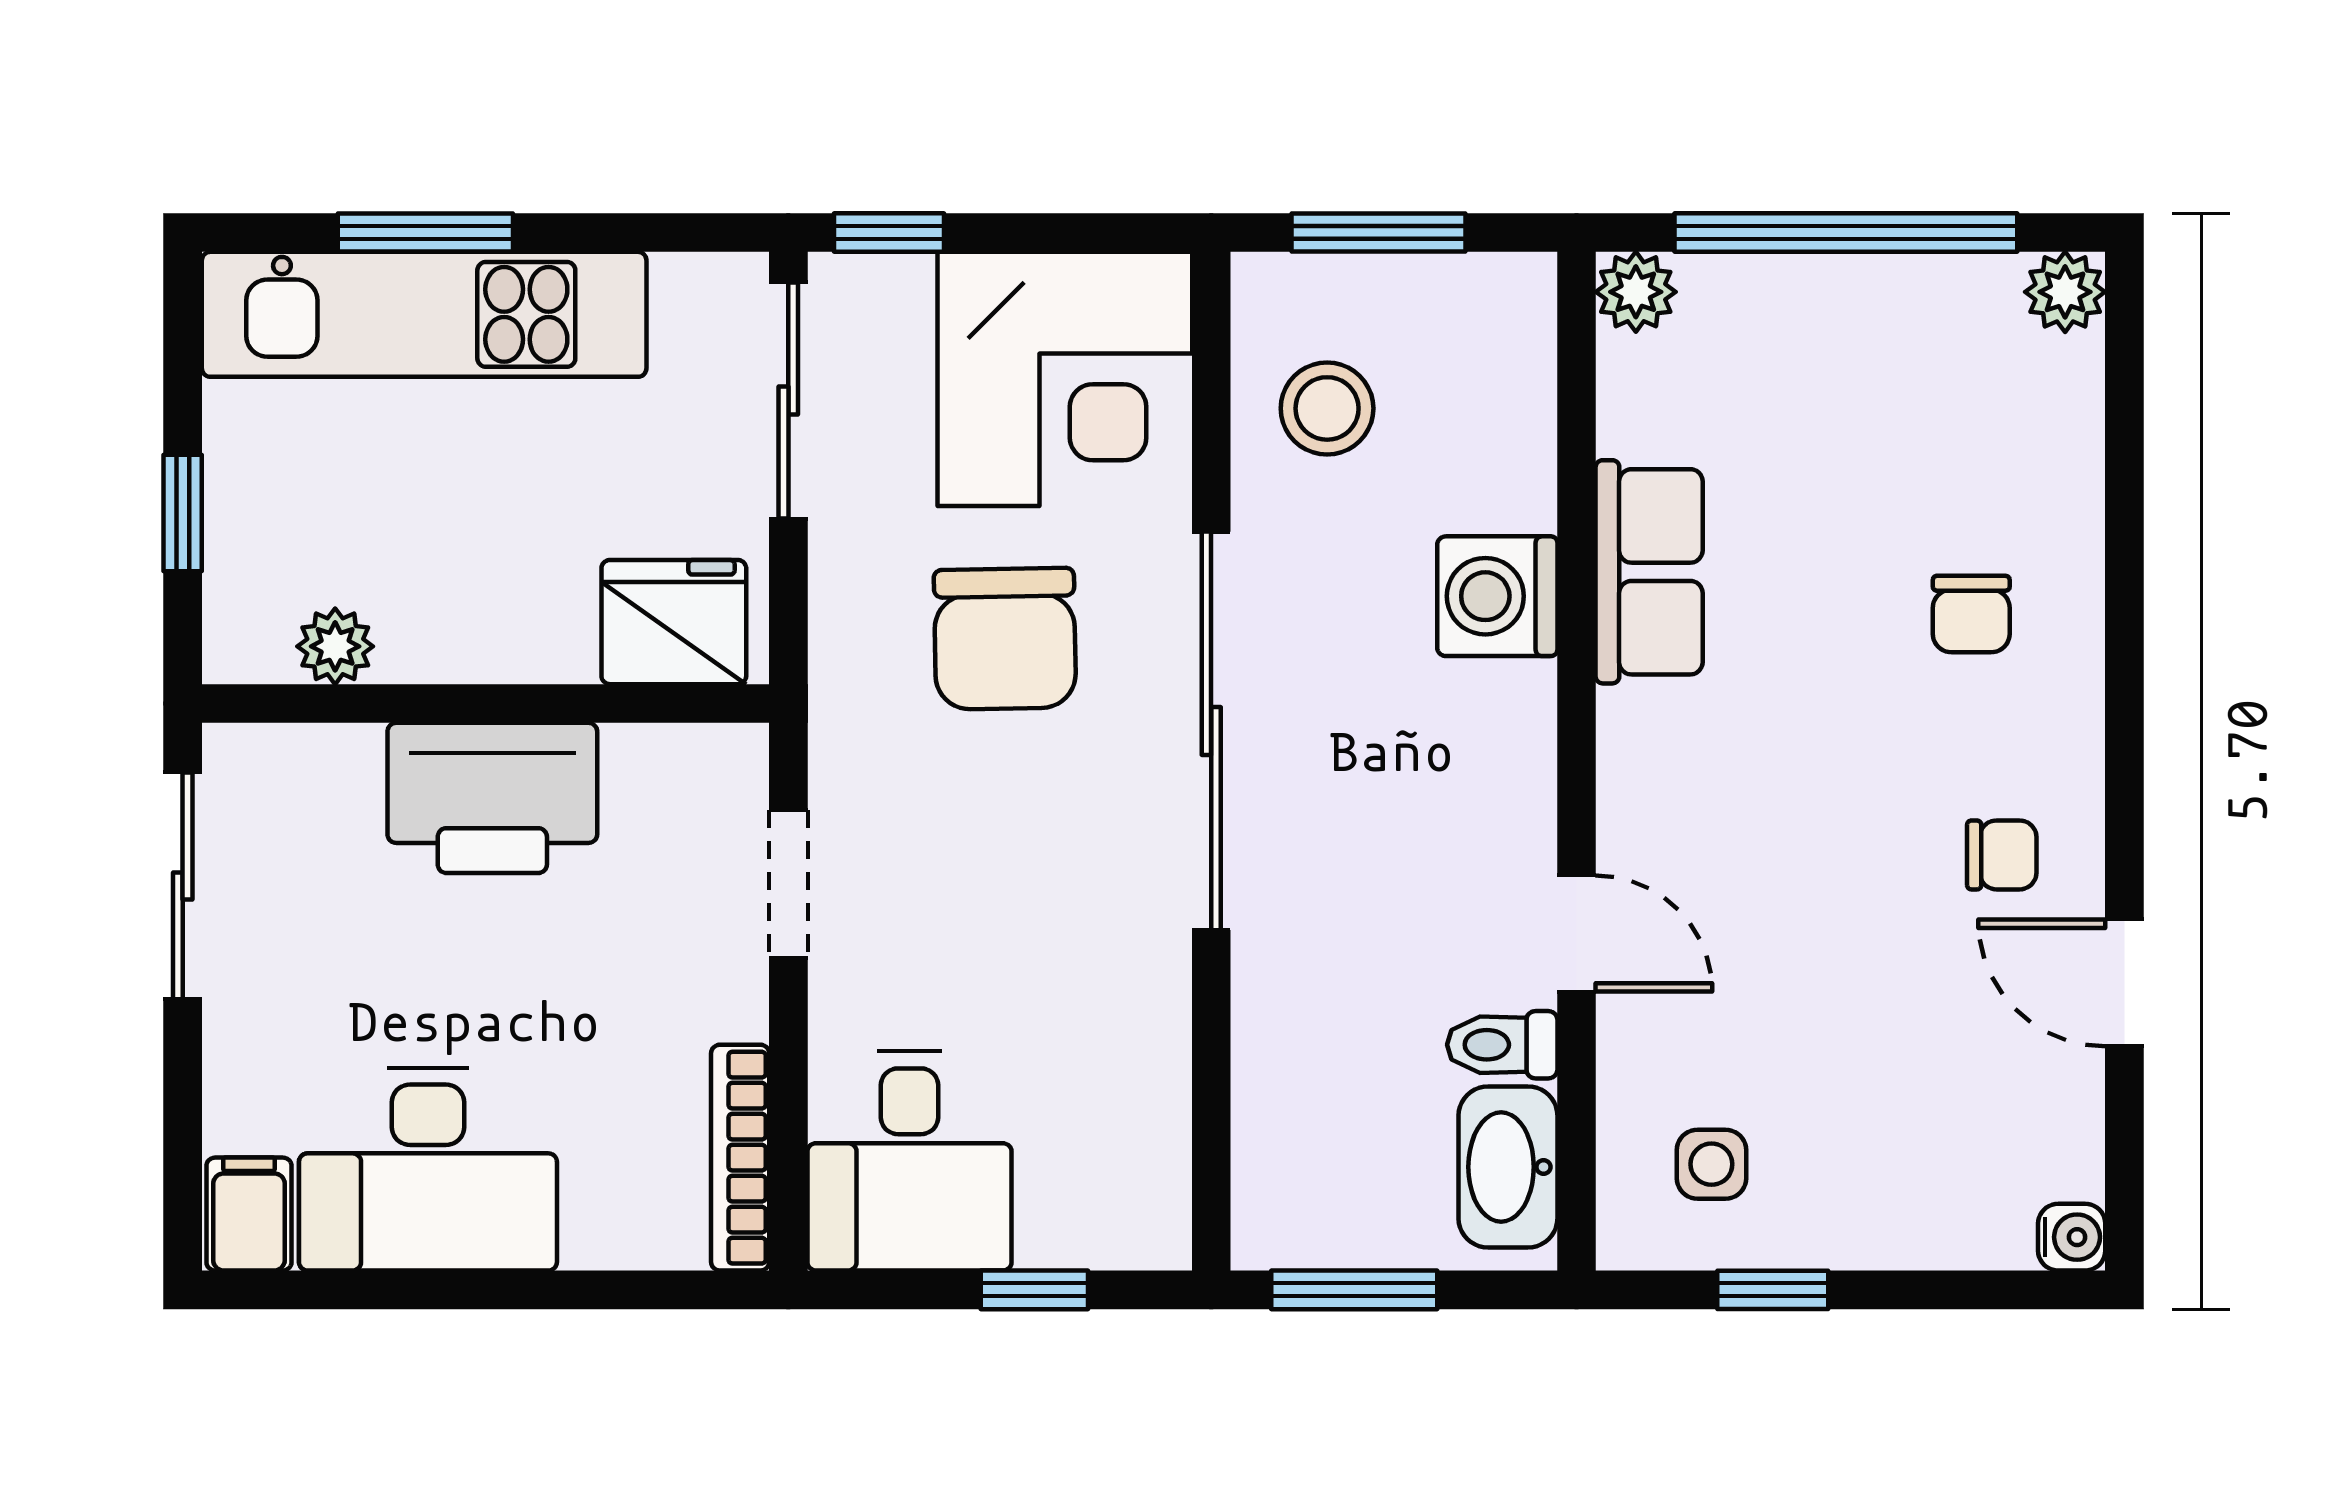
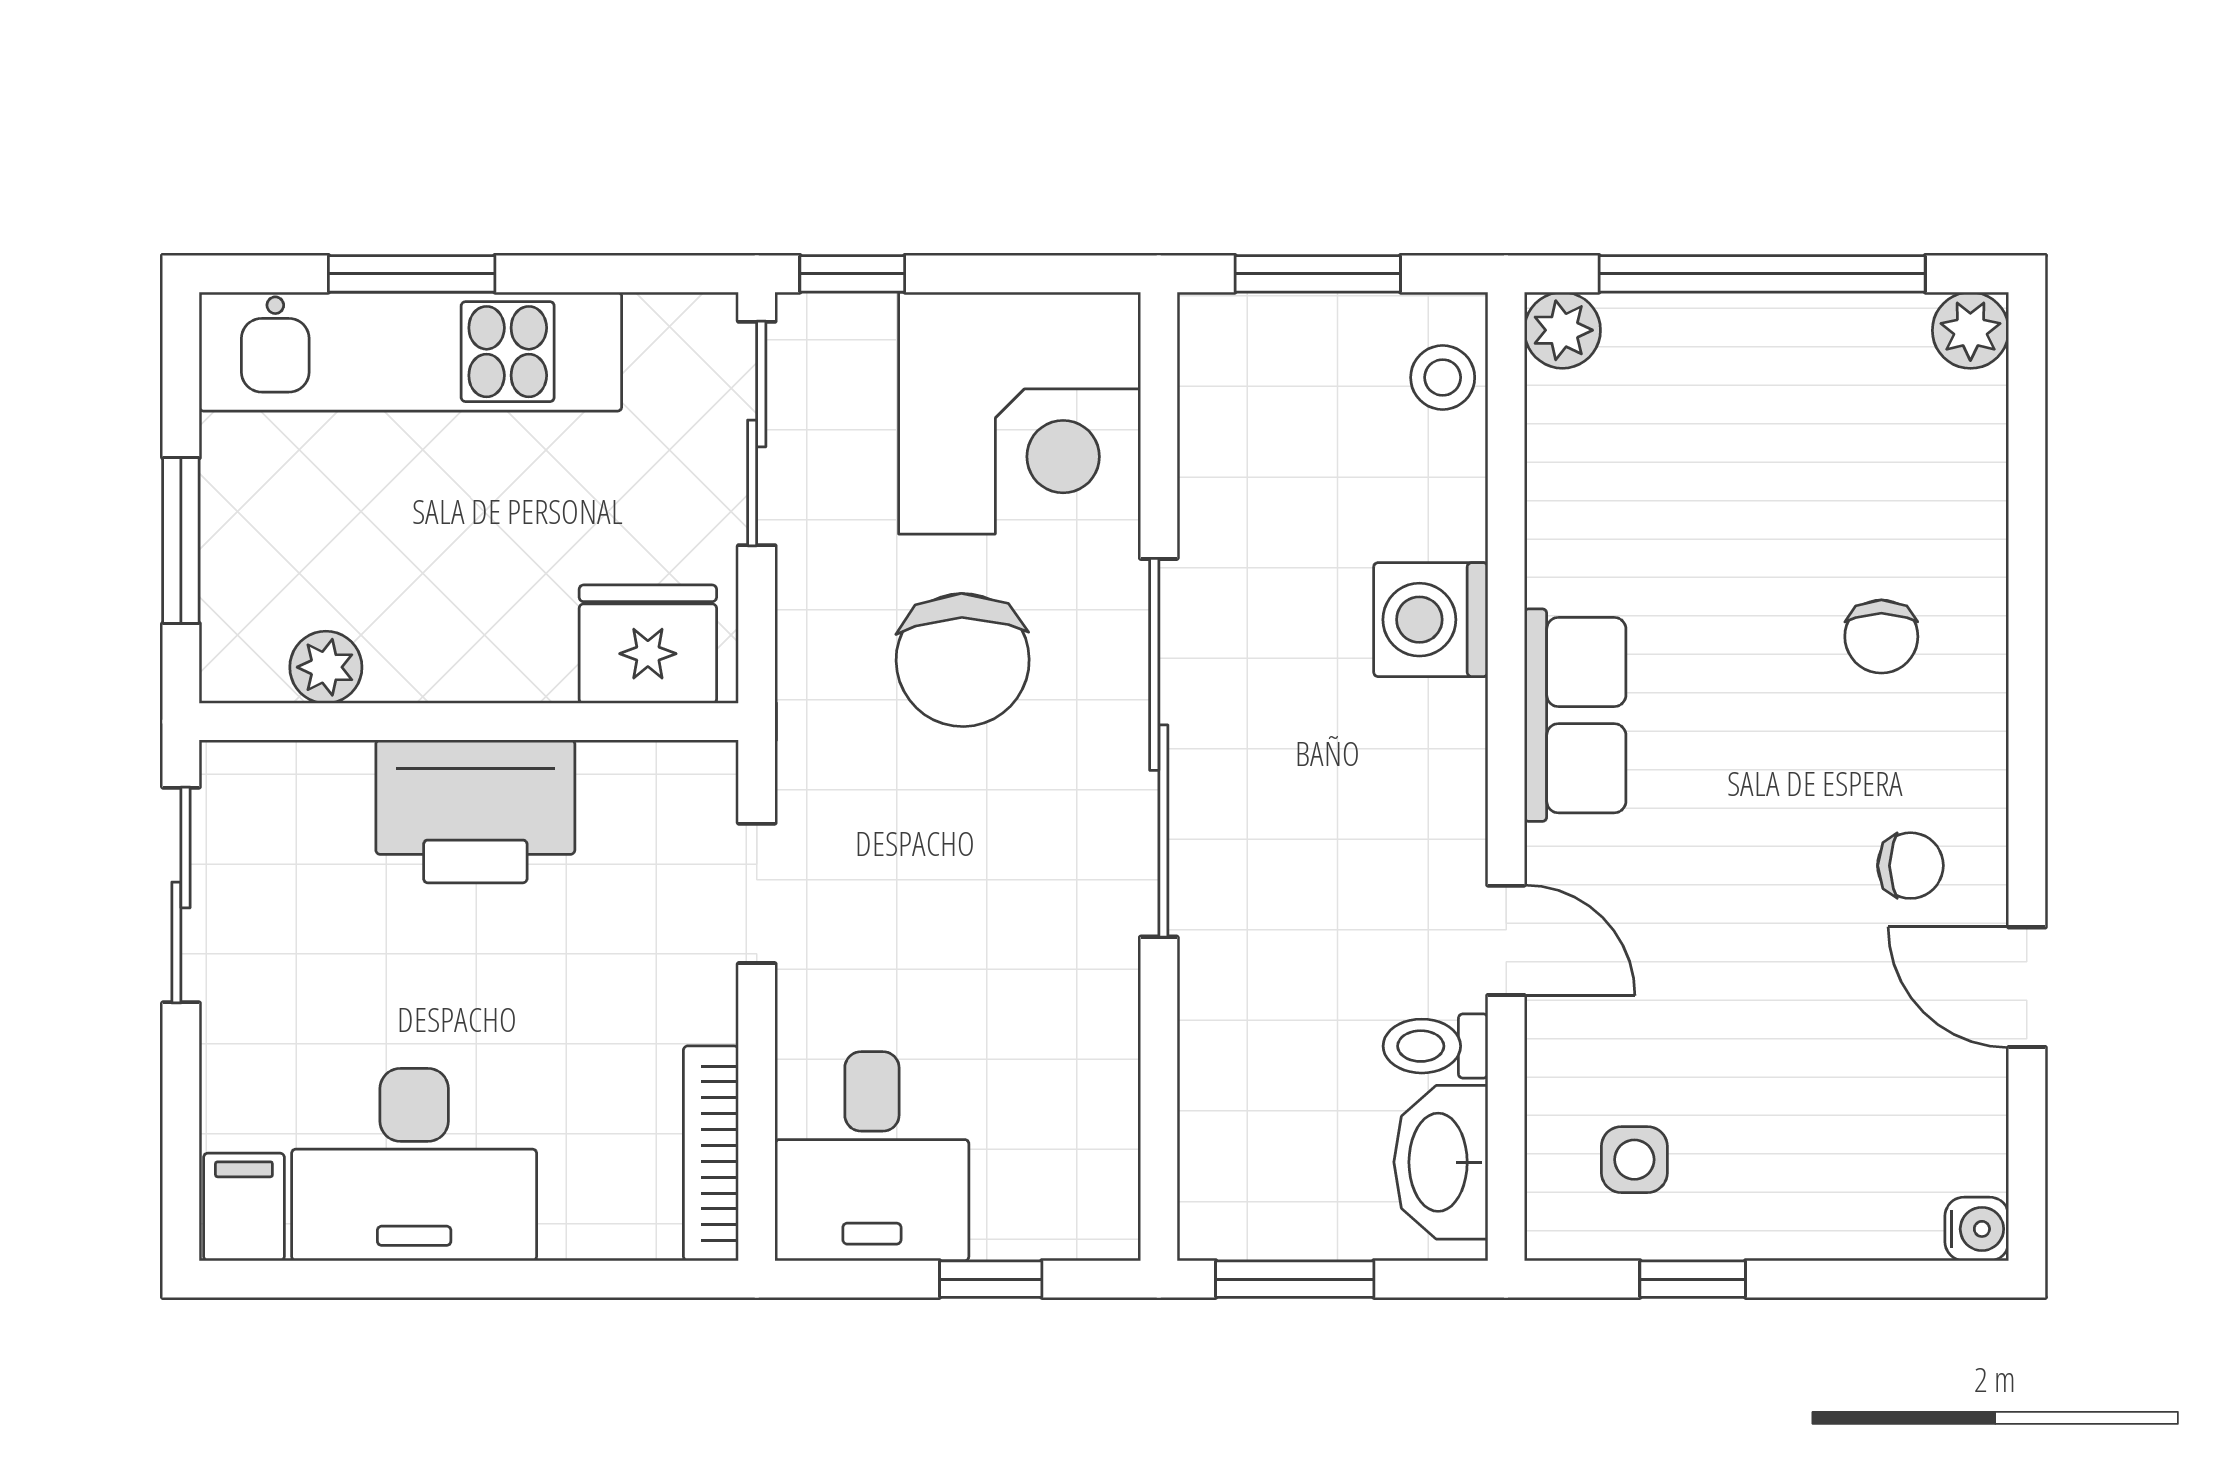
stool: (1327, 408) -> (1443, 377), moved, width x0.73, depth x0.73
window: (183, 513) -> (181, 541), width x1.50
row of seats: (1649, 572) -> (1575, 715), moved

